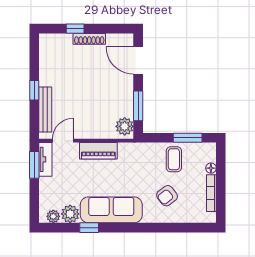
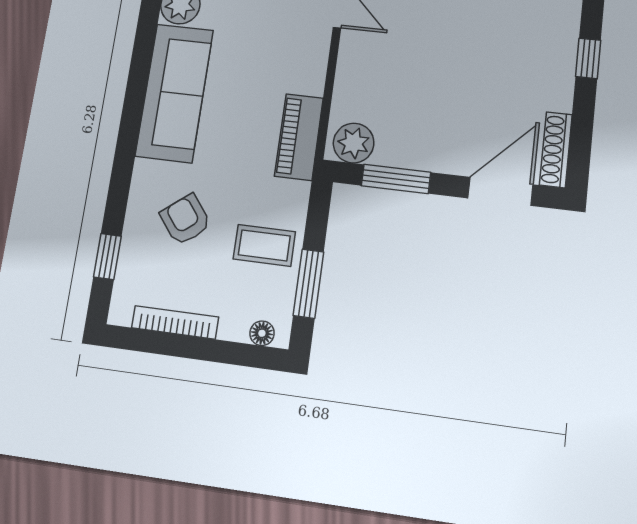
shoe rack: (89, 39) -> (556, 150), moved
piano: (98, 151) -> (299, 137), moved
floor lamp: (211, 168) -> (262, 333), moved
window: (89, 228) -> (107, 256), moved

